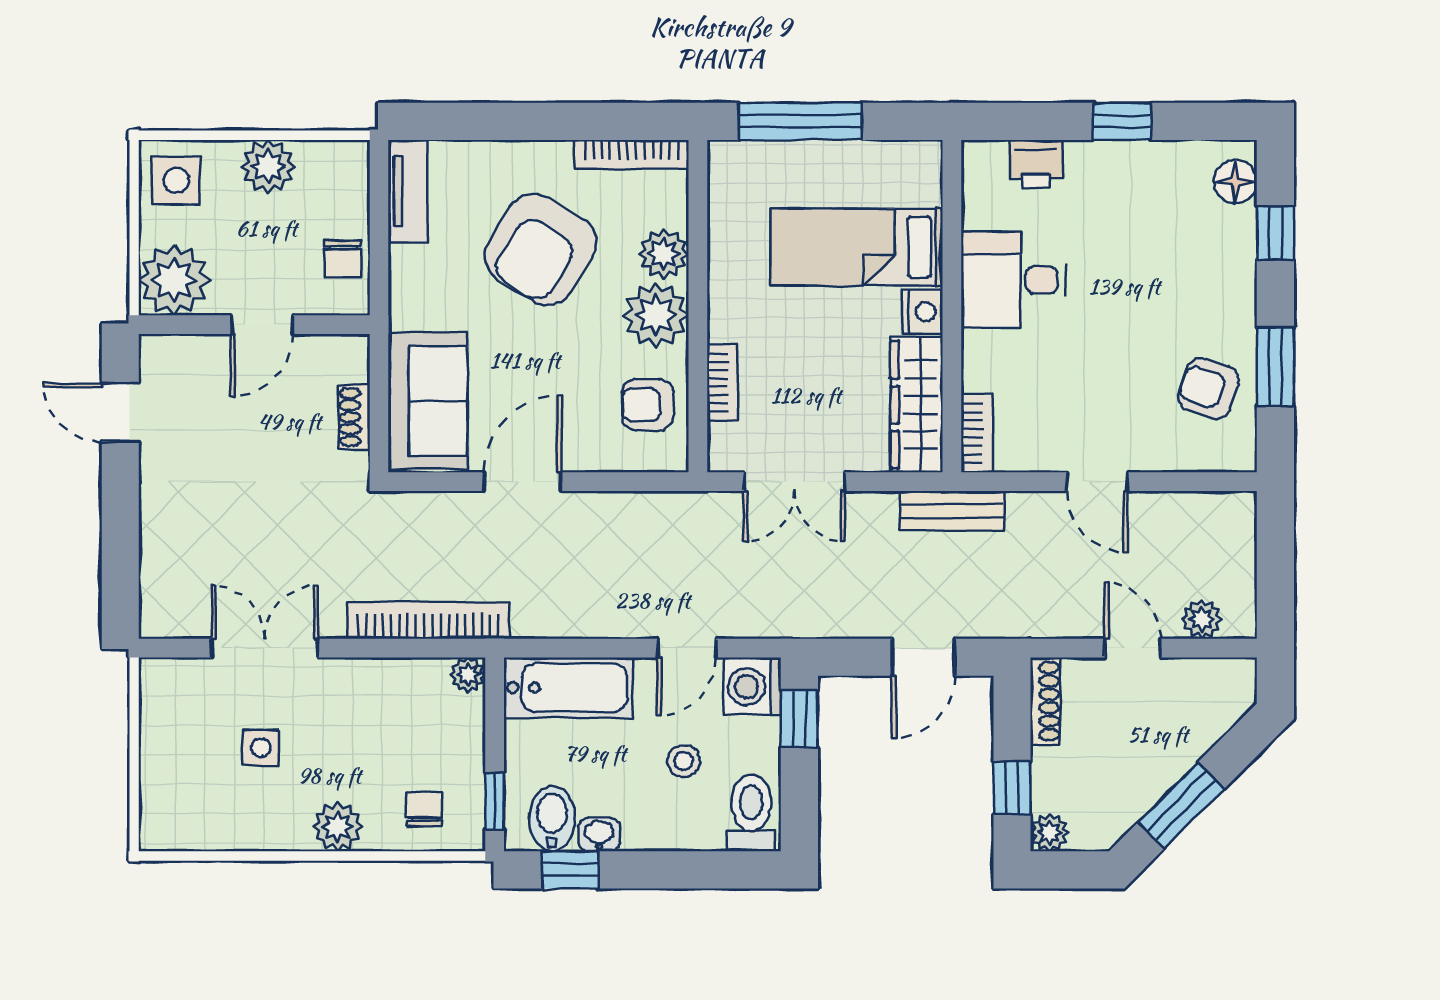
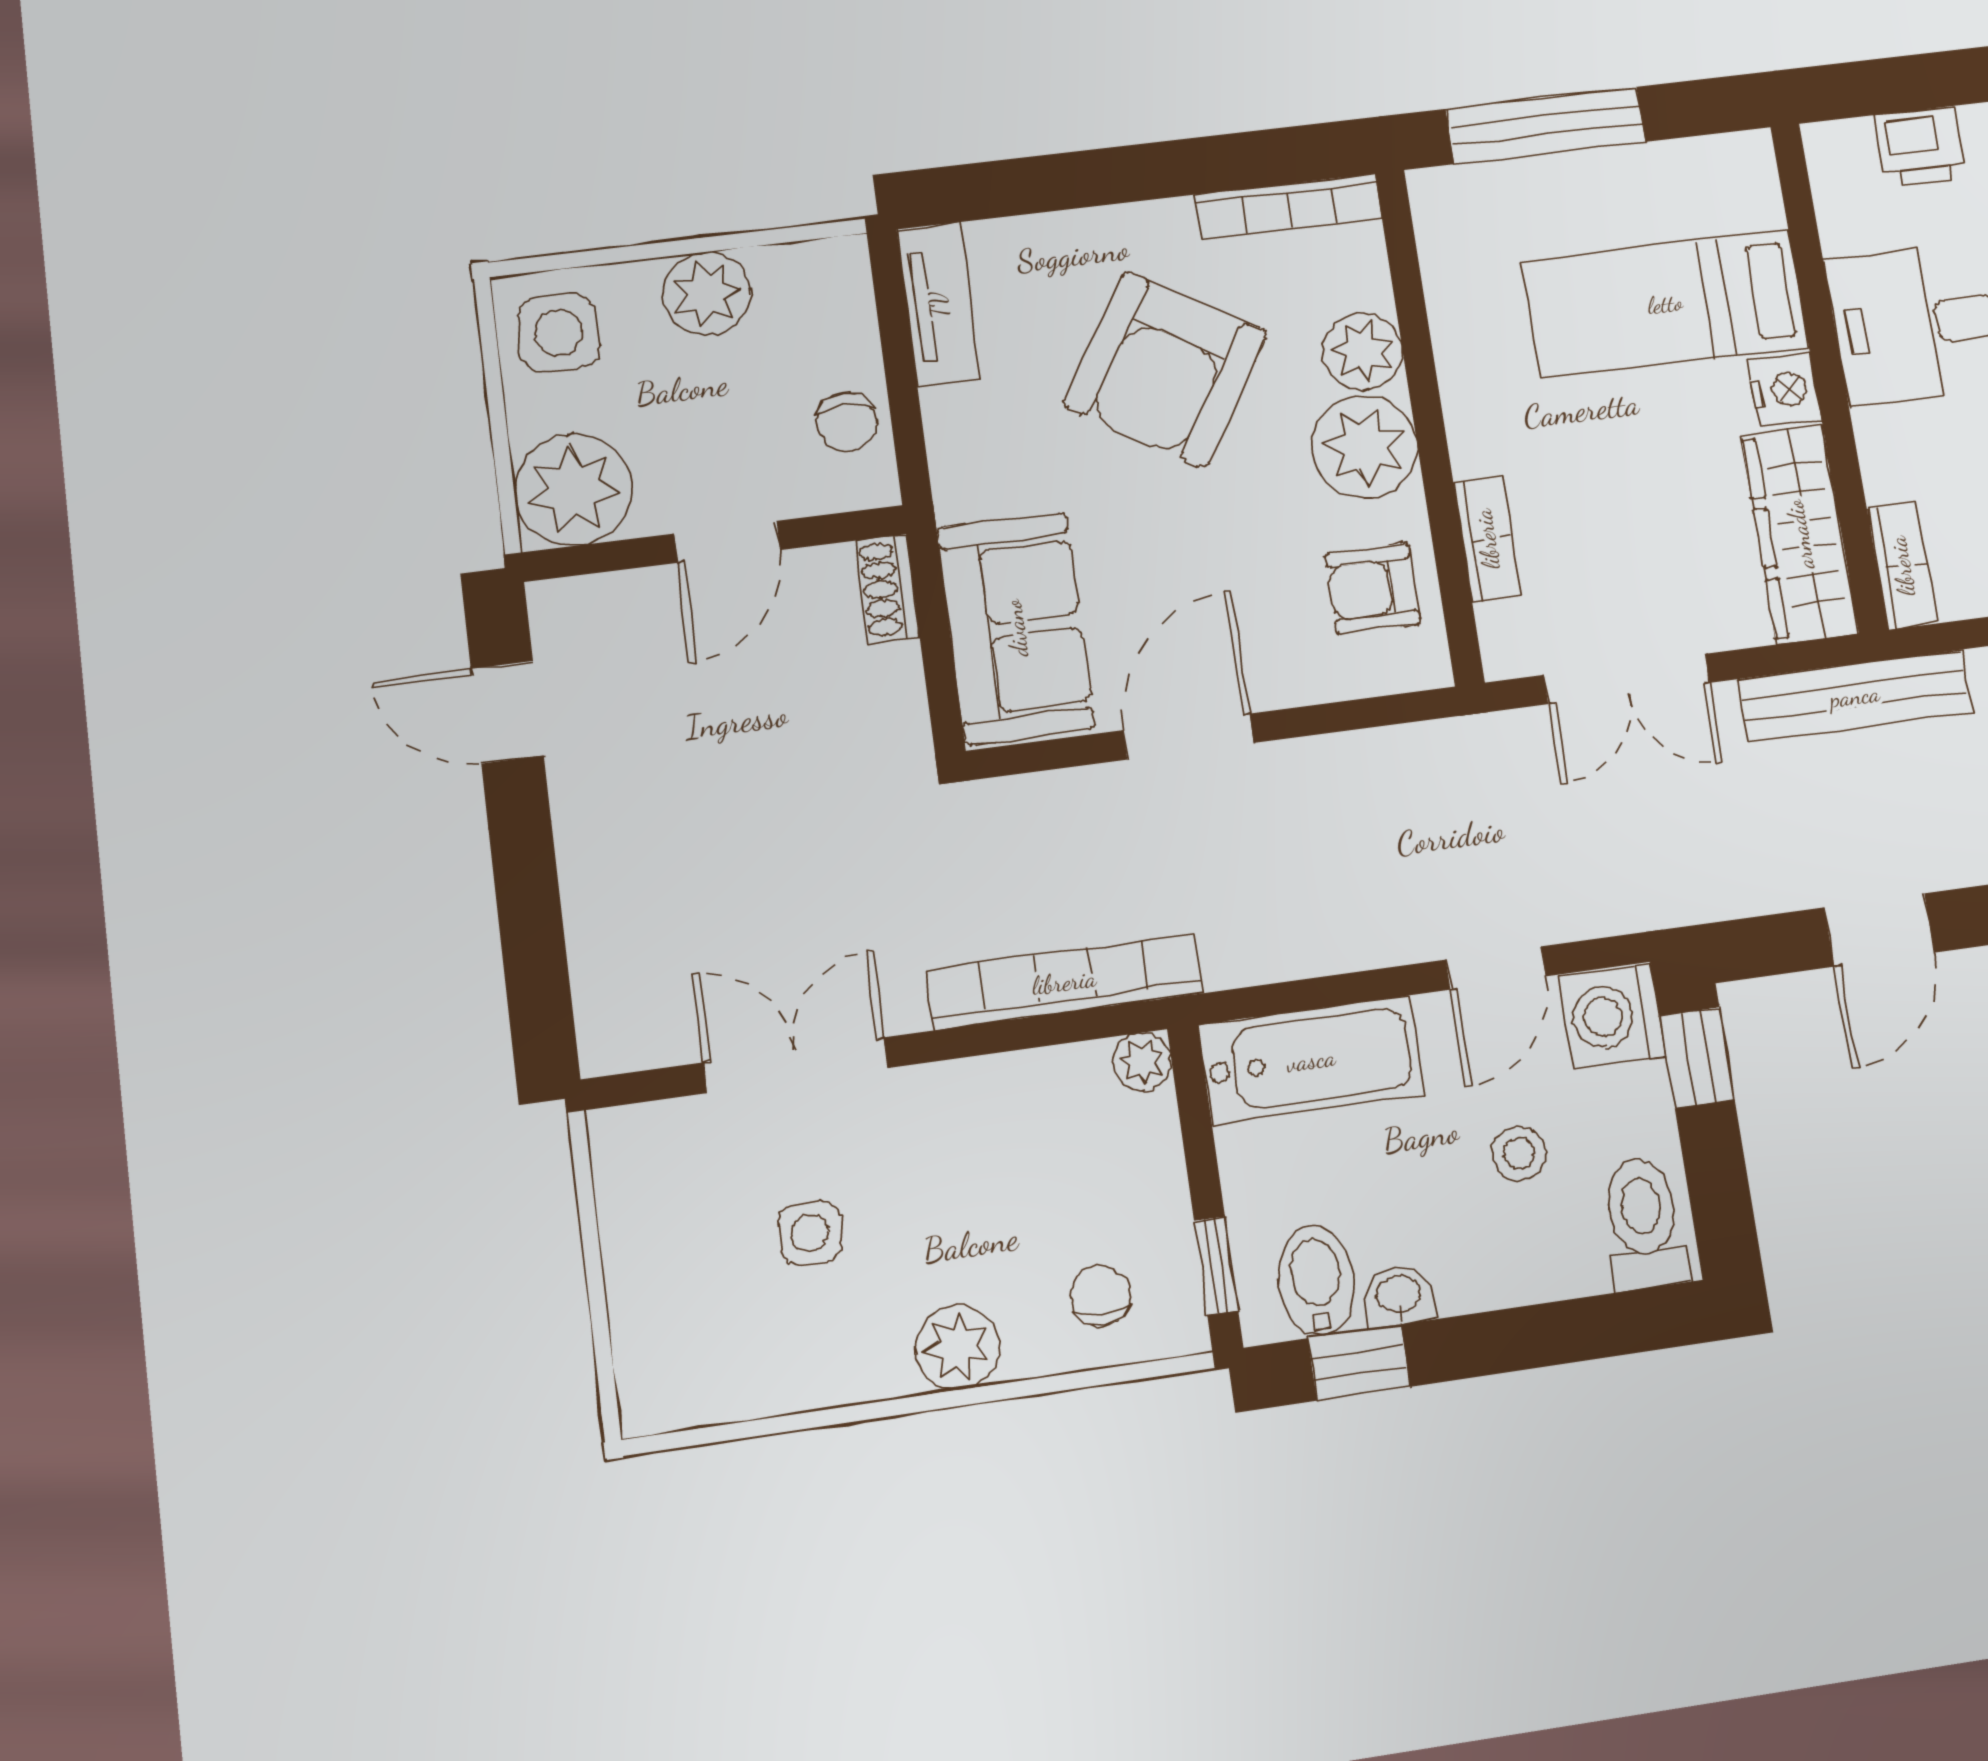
shoe rack: (354, 417) -> (887, 589), moved
bench: (952, 511) -> (1855, 696), width x1.36

